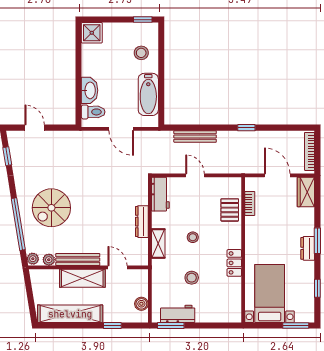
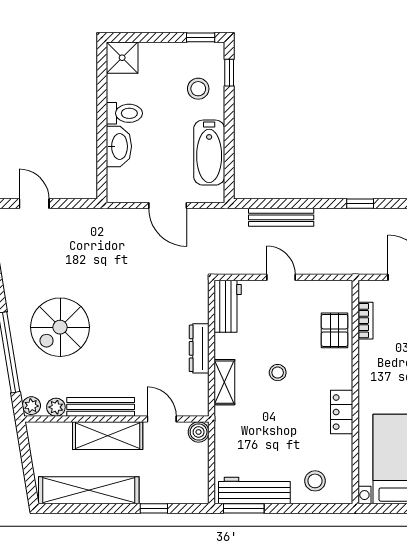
window: (161, 42) -> (229, 73), added
toilet: (93, 112) -> (124, 113), moved
stool: (192, 278) -> (315, 481), moved
boiler: (141, 304) -> (199, 432), moved
workbench: (178, 314) -> (254, 491), width x1.38

